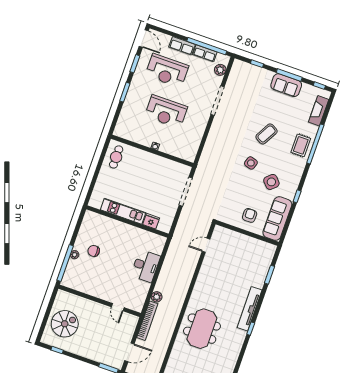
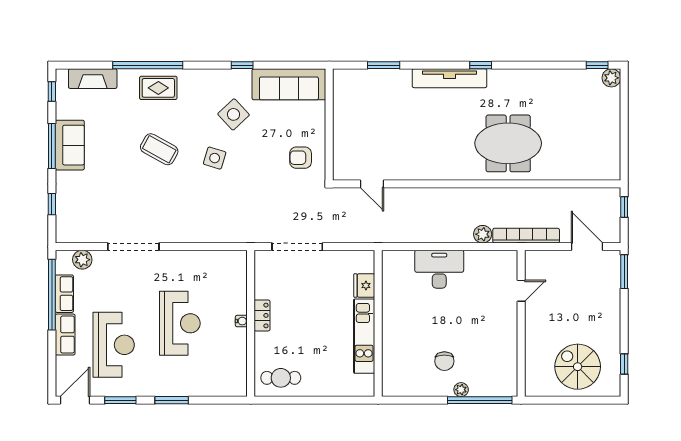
locker: (154, 159) -> (262, 315), added
armchair: (250, 215) -> (301, 158), moved

